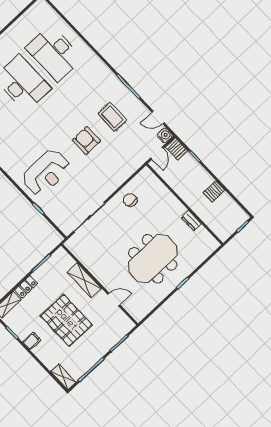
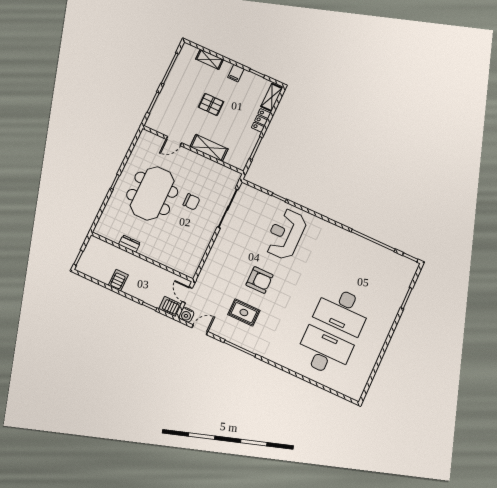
chair: (130, 200) -> (191, 202), moved
pallet: (66, 320) -> (211, 104), width x0.49, depth x0.50
shelving: (63, 377) -> (210, 59), moved

